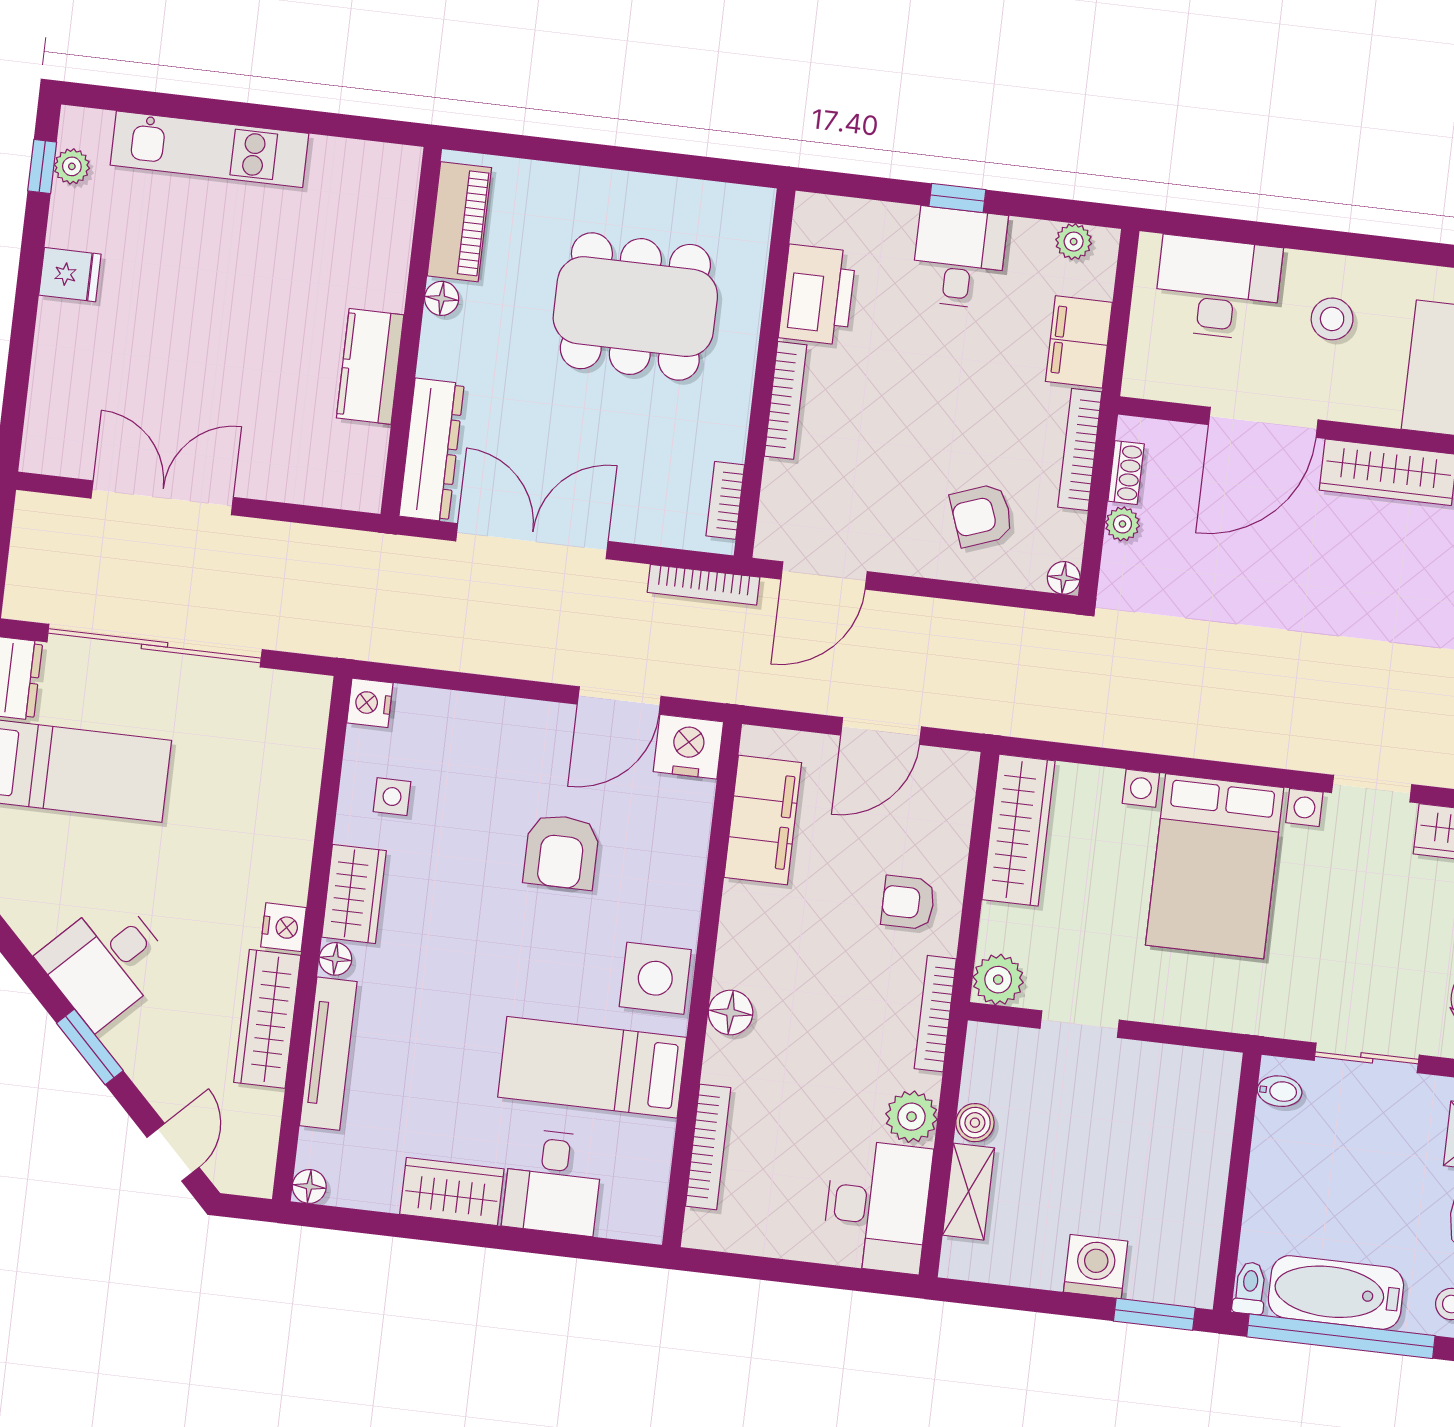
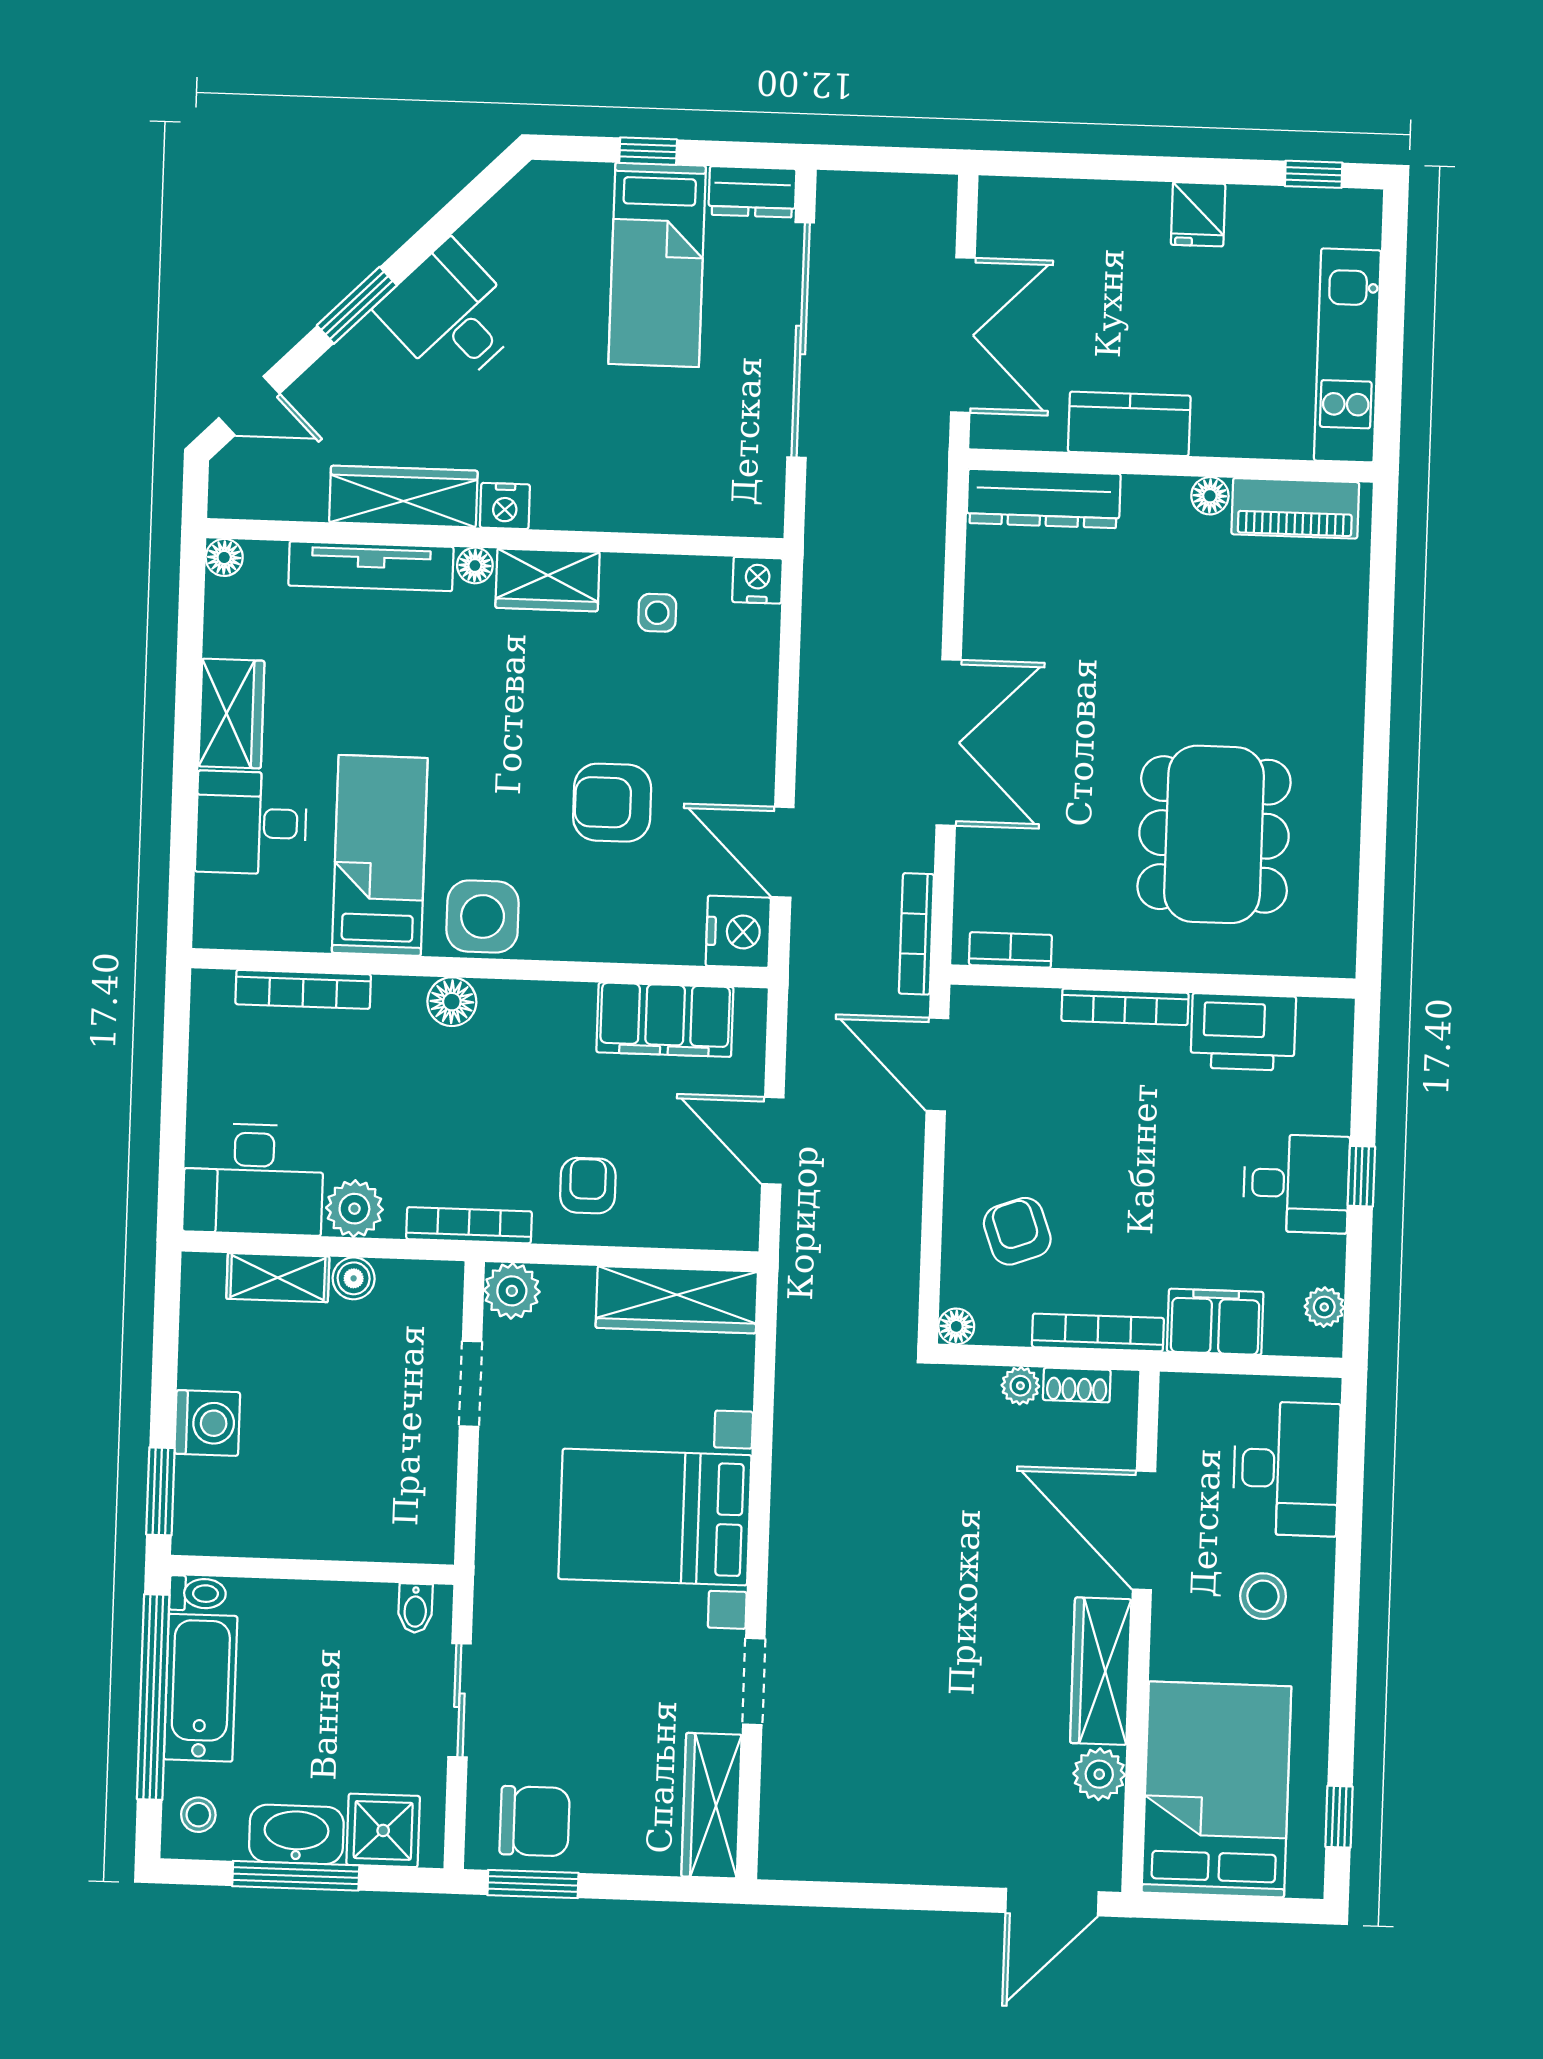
plant: (72, 166) -> (1316, 207), removed
piano: (459, 222) -> (1295, 508), moved
floor lamp: (442, 298) -> (1210, 496), moved
wall: (411, 332) -> (1171, 466), moved
kitchen counter: (370, 366) -> (1129, 424), moved
dresser: (432, 450) -> (1044, 499), moved

